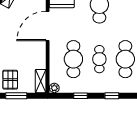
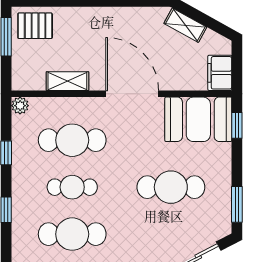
shelving: (41, 81) -> (67, 81), moved

